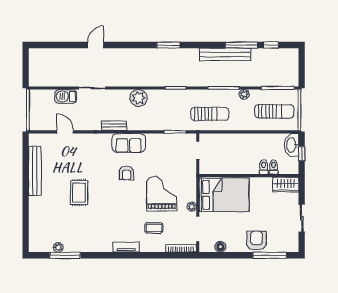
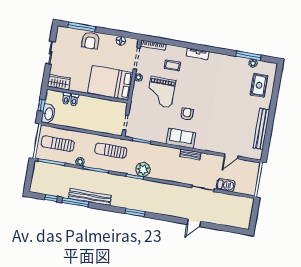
plant: (139, 98) -> (143, 170), moved
door: (65, 132) -> (231, 156), hinge flipped
rug: (79, 192) -> (259, 85), moved

